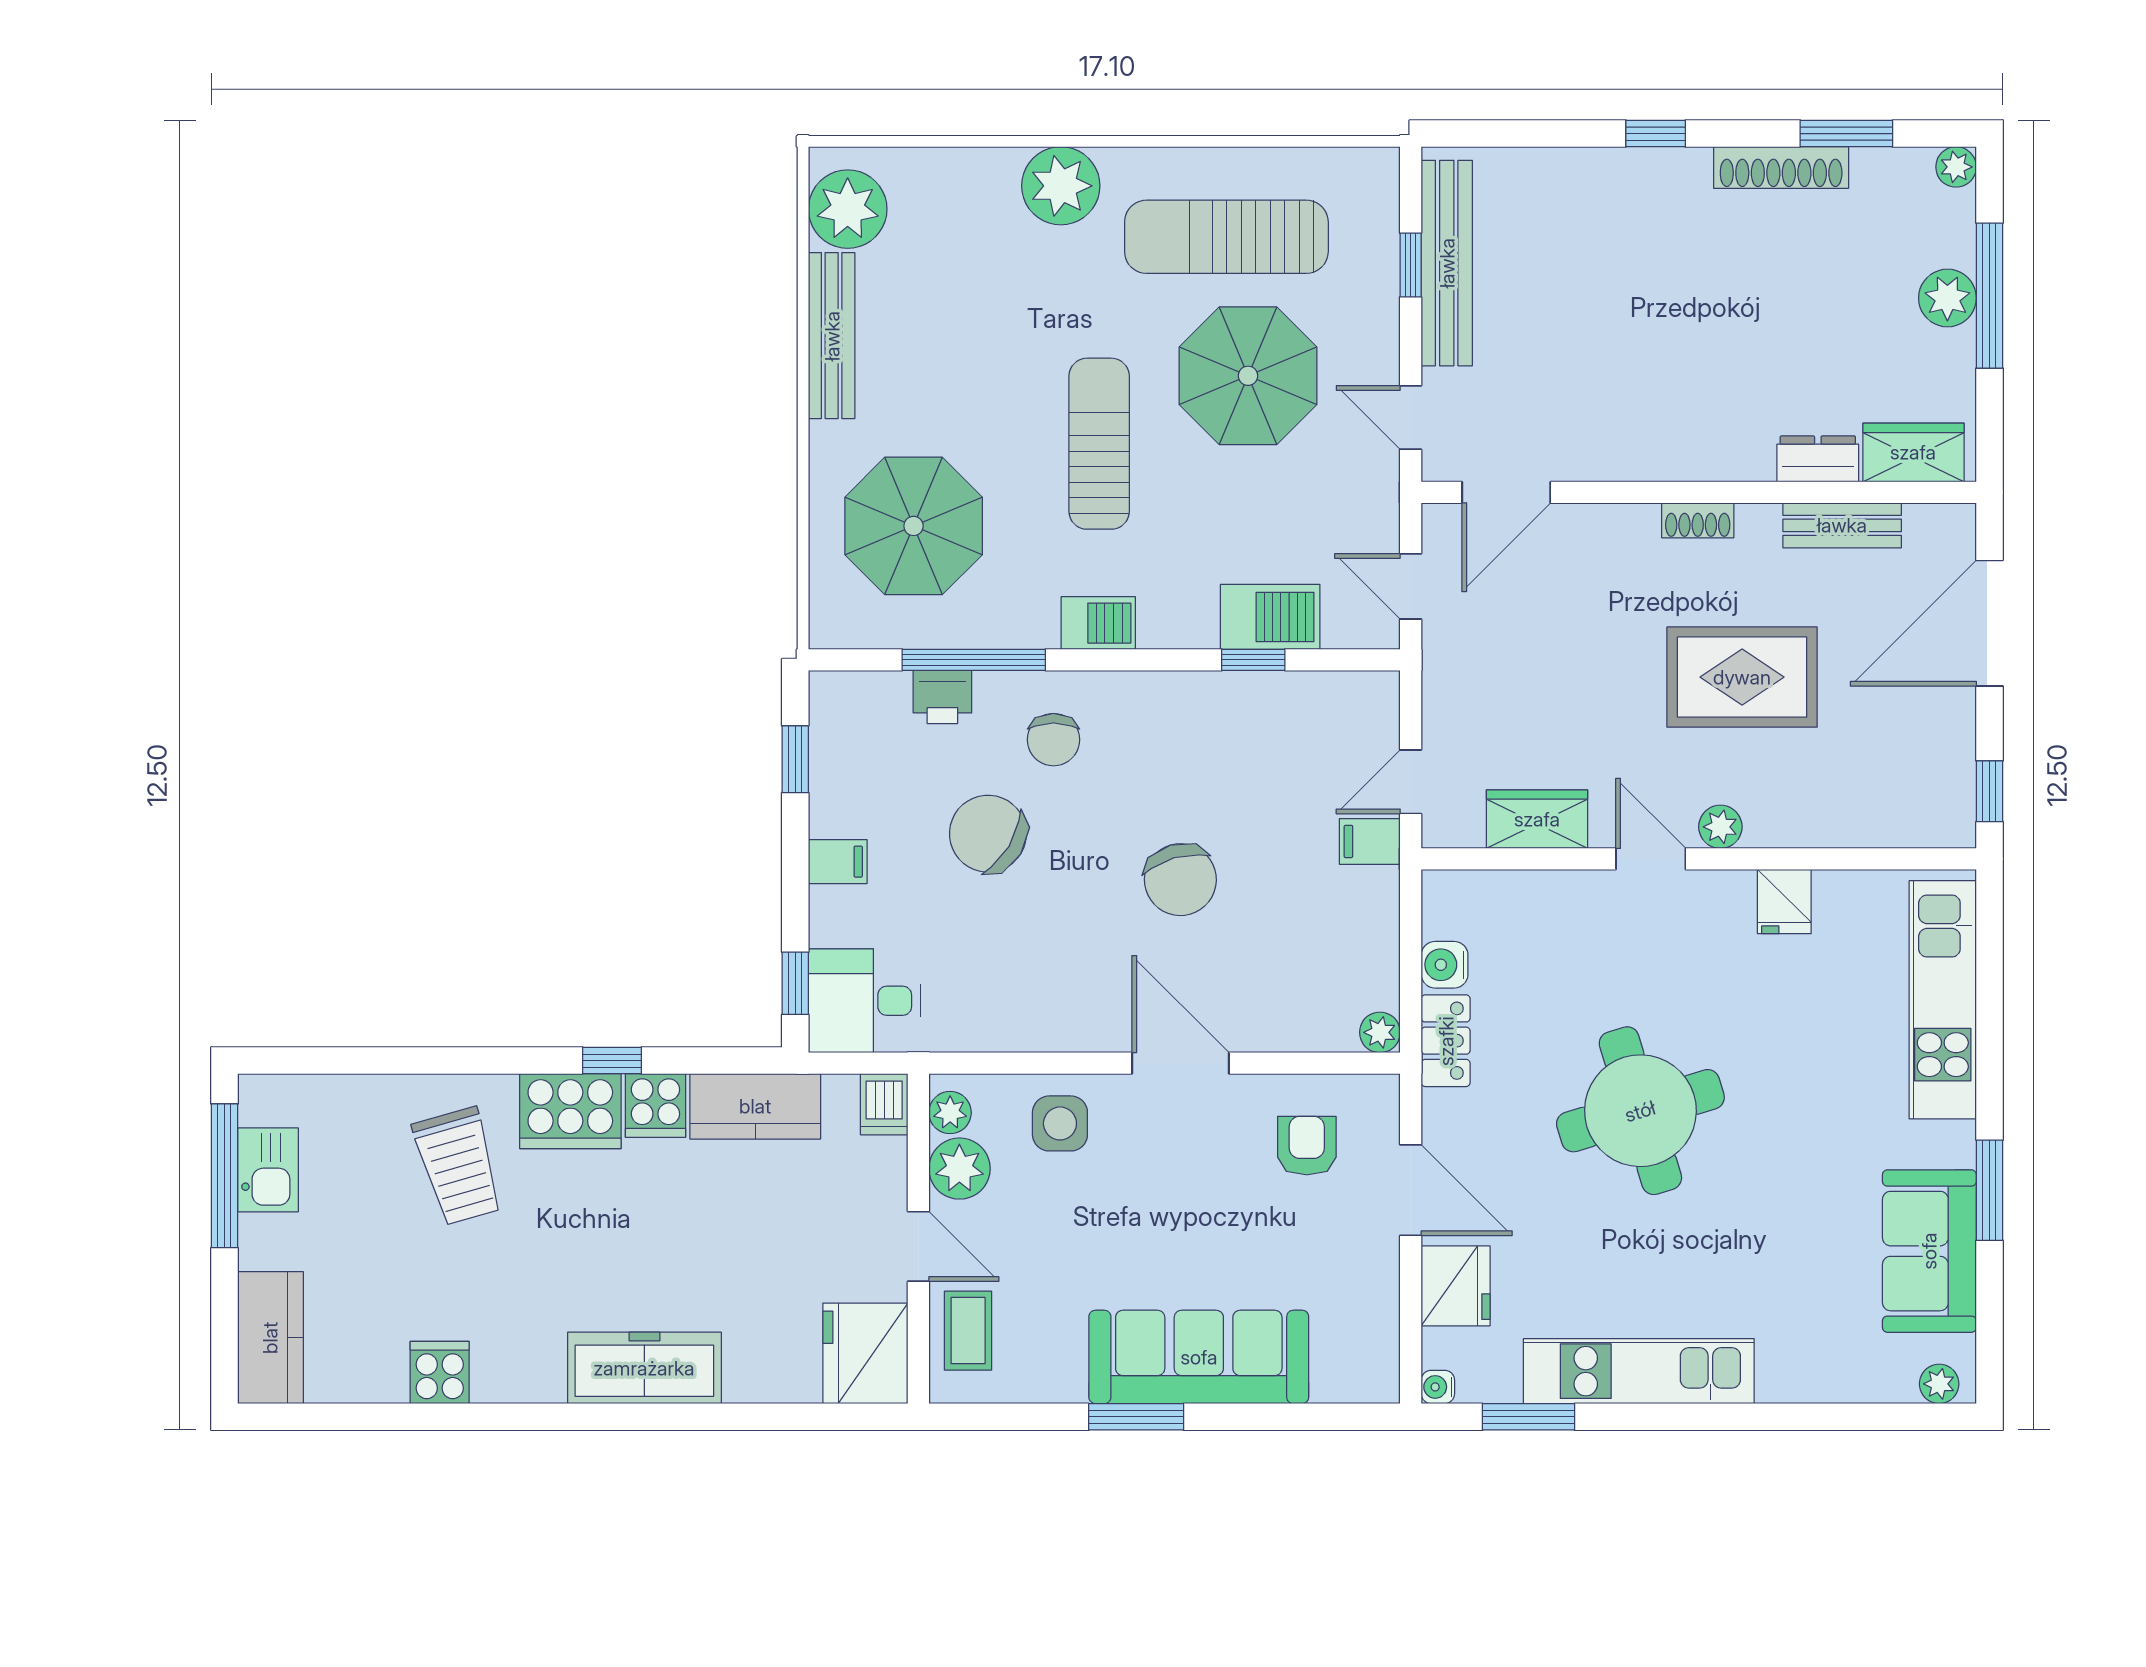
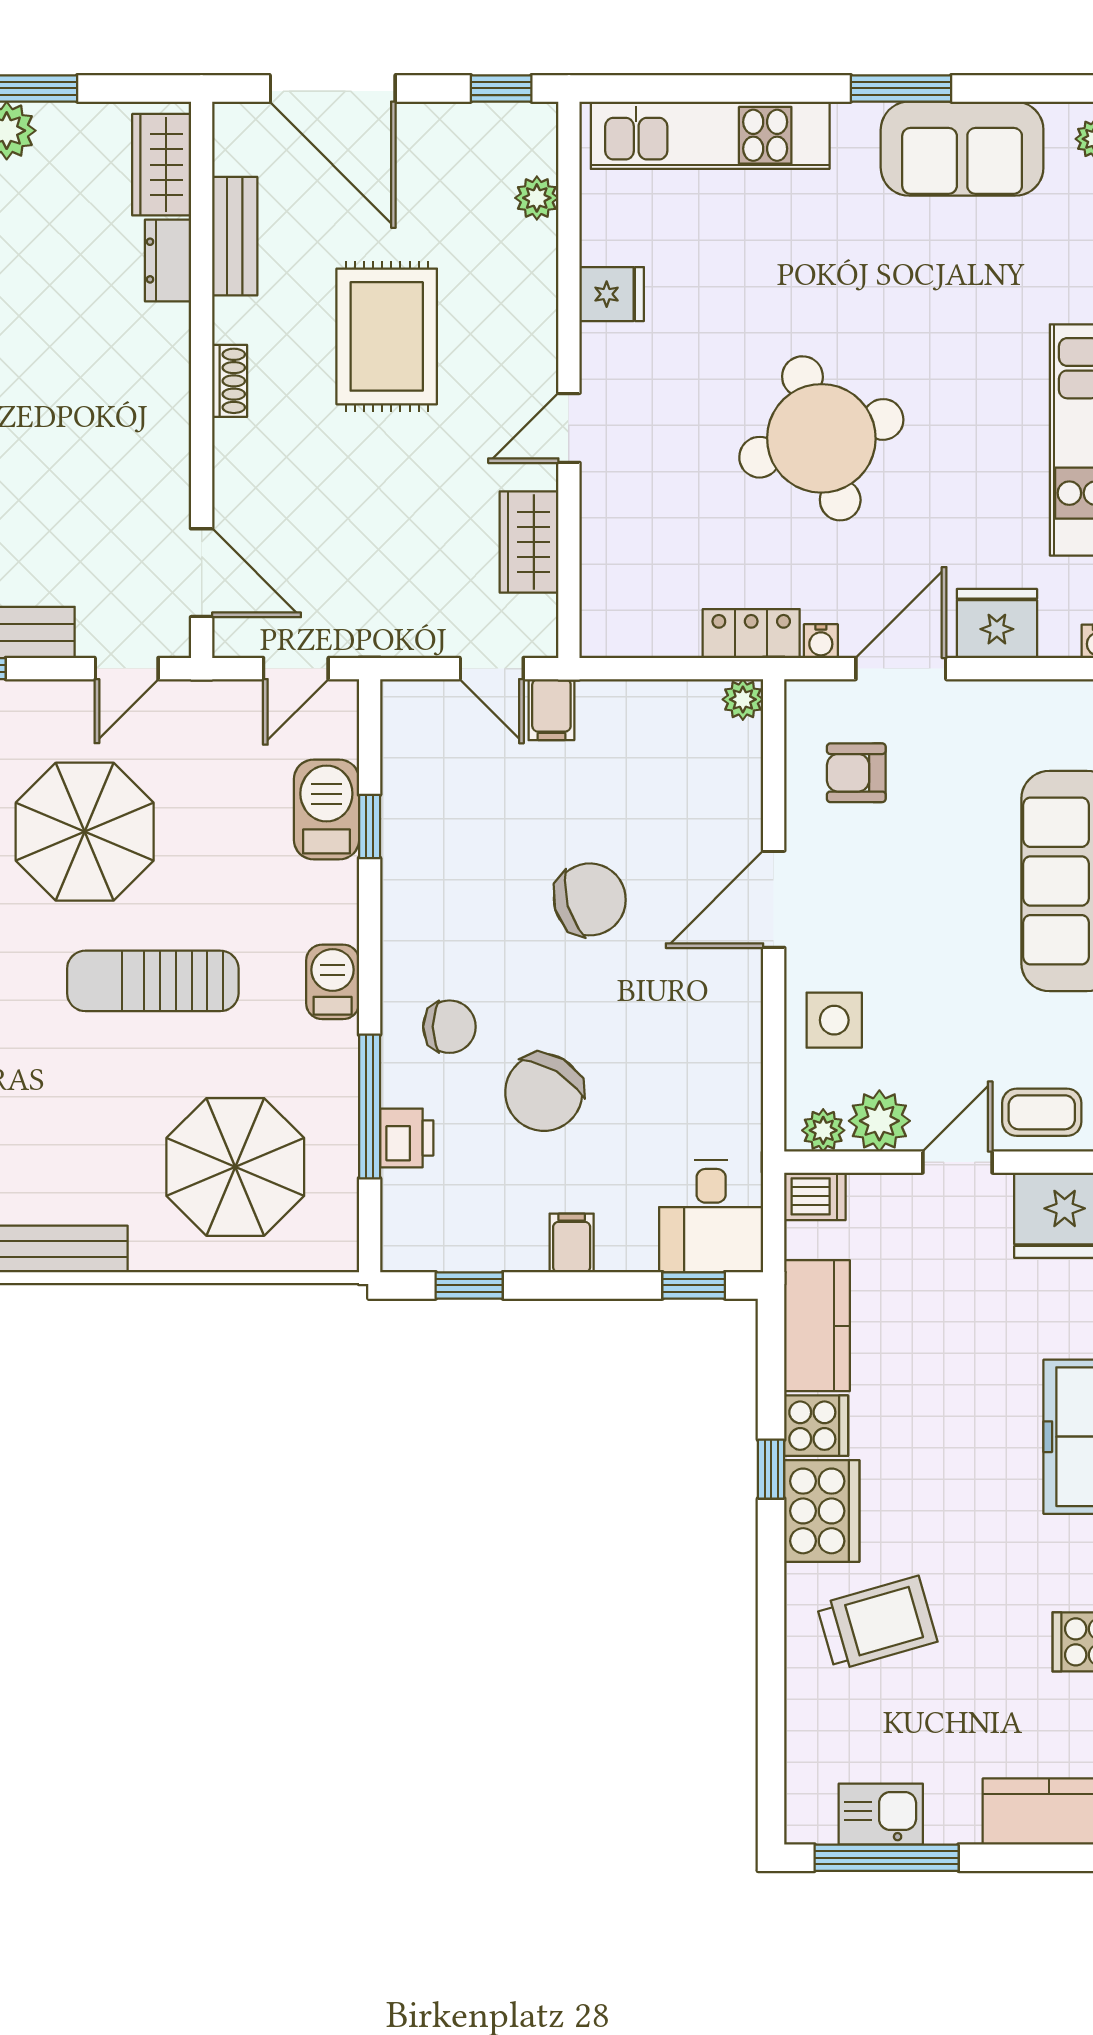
plant: (1720, 827) -> (537, 198), moved
water cooler: (1445, 965) -> (821, 641), moved, width x0.72, depth x0.72

